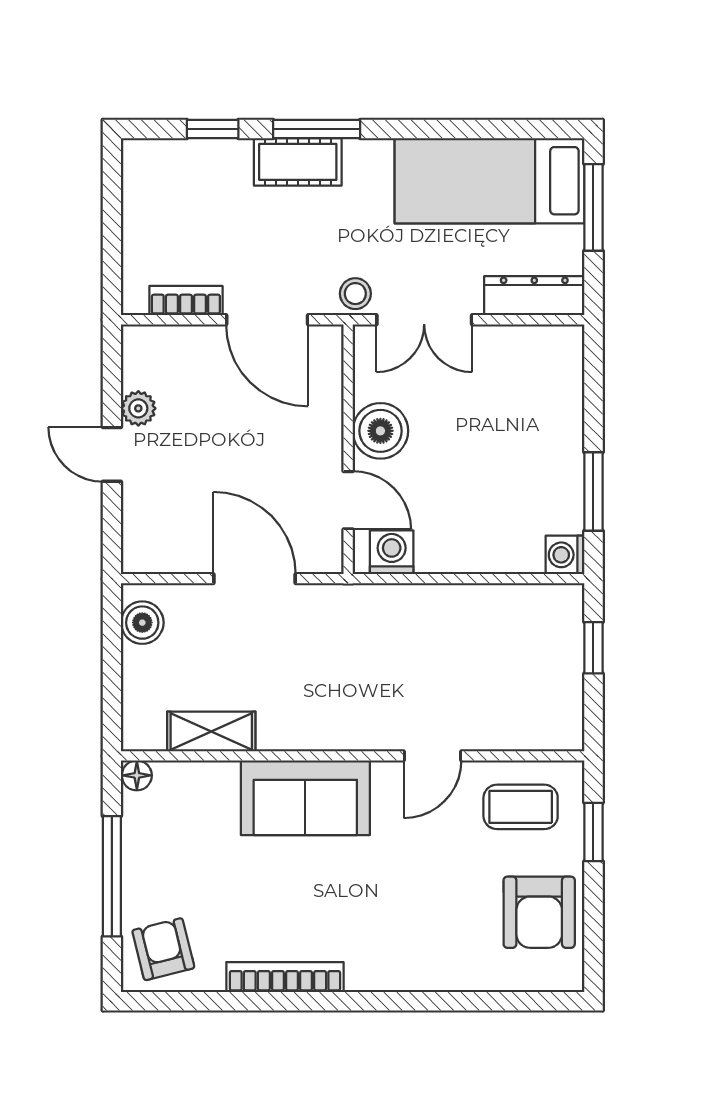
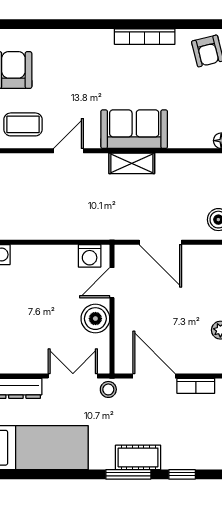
door: (348, 500) -> (112, 283), hinge flipped
shelving: (211, 731) -> (132, 163), moved

